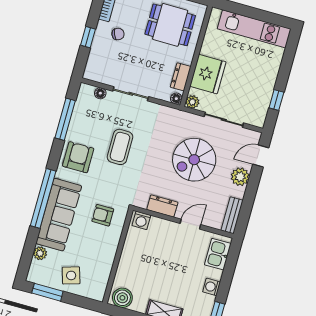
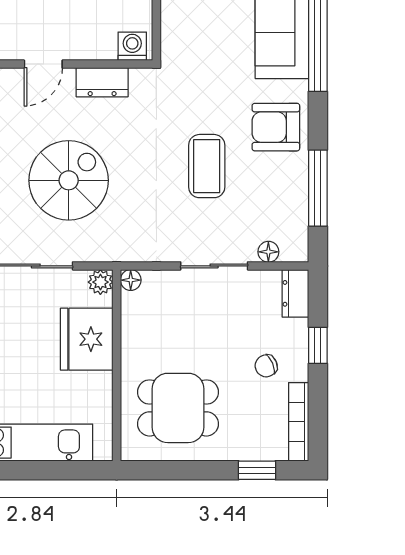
dresser: (181, 77) -> (295, 293), moved, turned 180
armchair: (78, 157) -> (276, 127), turned 90
armchair: (103, 215) -> (203, 36), removed

